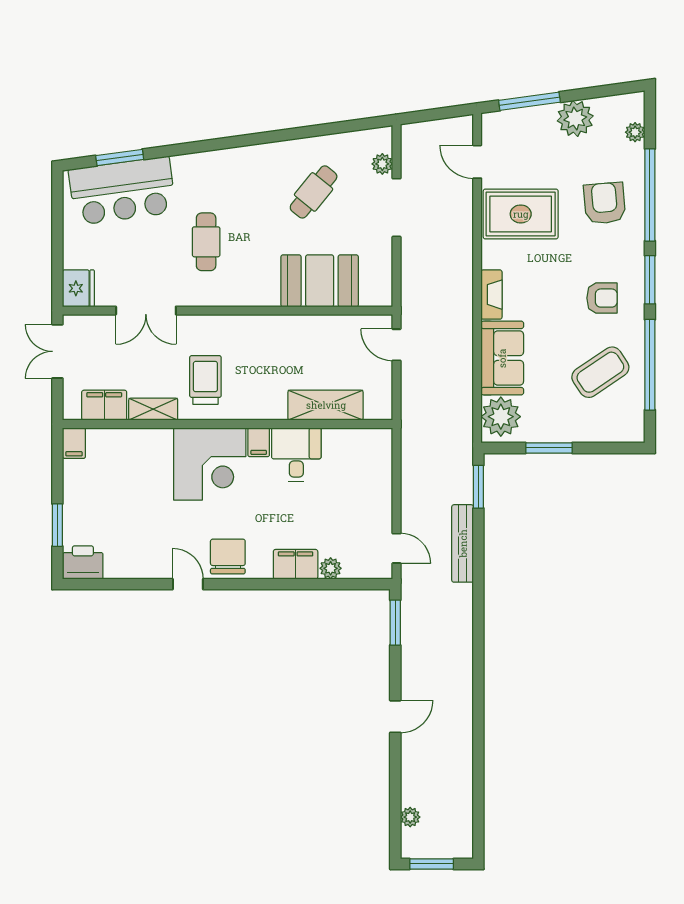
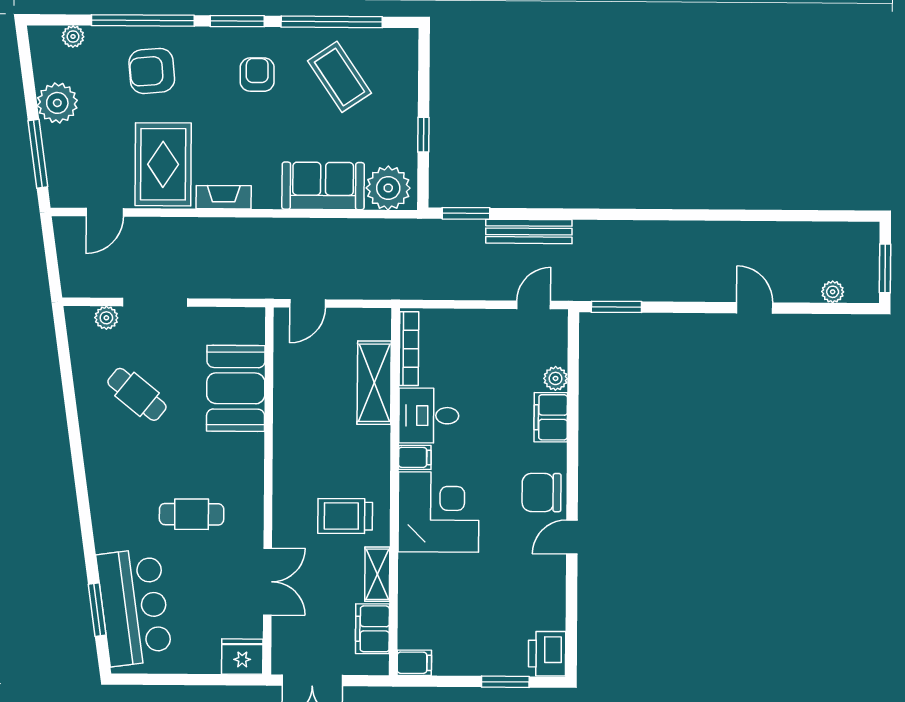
fireplace: (492, 295) -> (224, 197), moved
bookcase: (356, 436) -> (409, 349), added
window: (549, 448) -> (423, 135), width x0.67
door: (395, 717) -> (755, 308), moved

